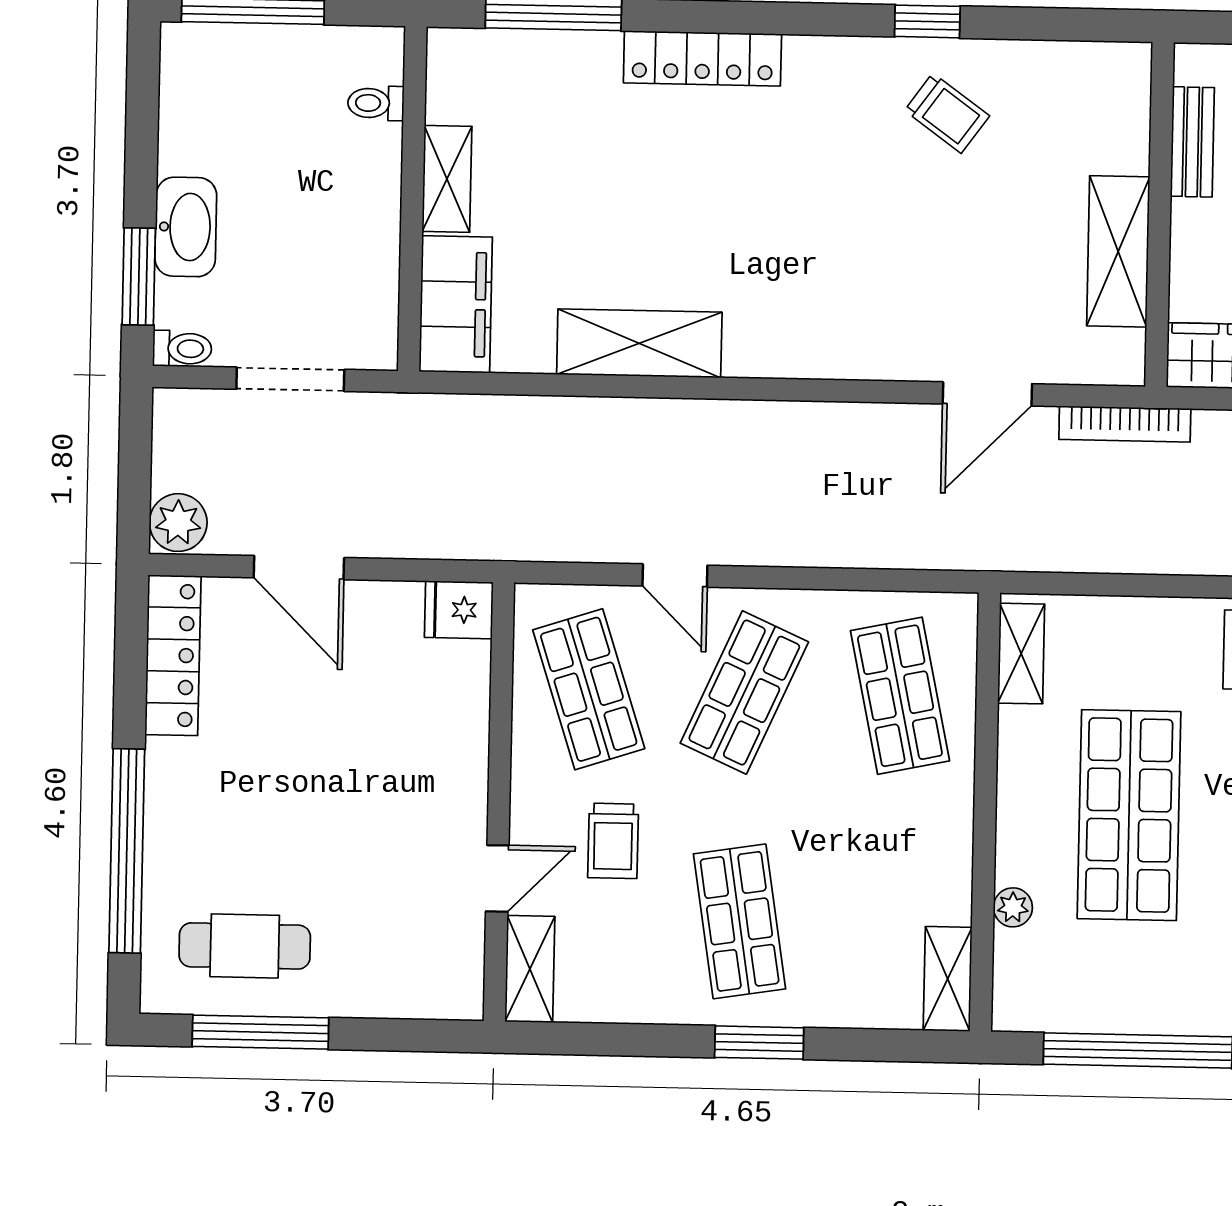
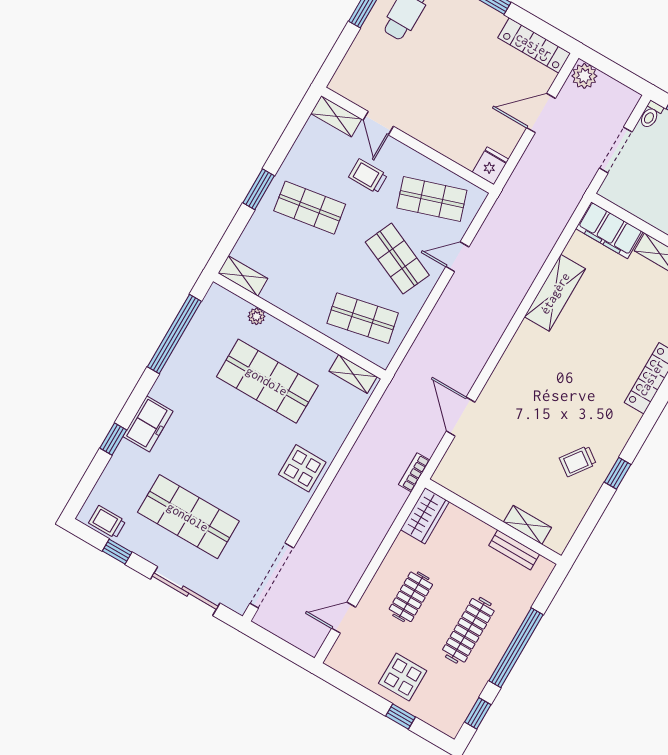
shelving: (1118, 251) -> (528, 525), moved, width x0.67, depth x0.75
bookcase: (1125, 424) -> (414, 472), width x0.64

